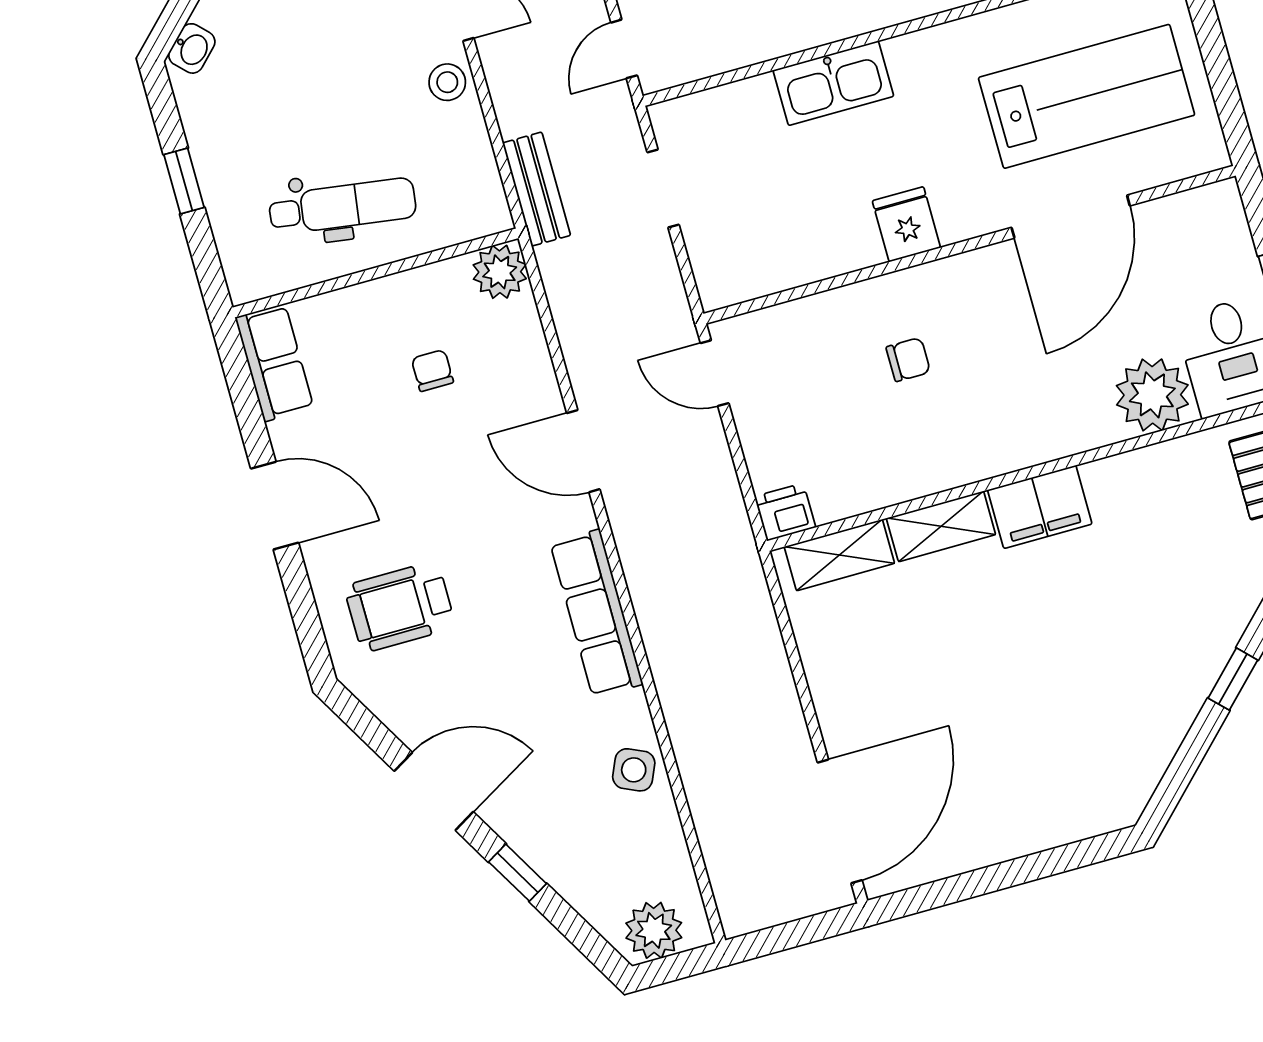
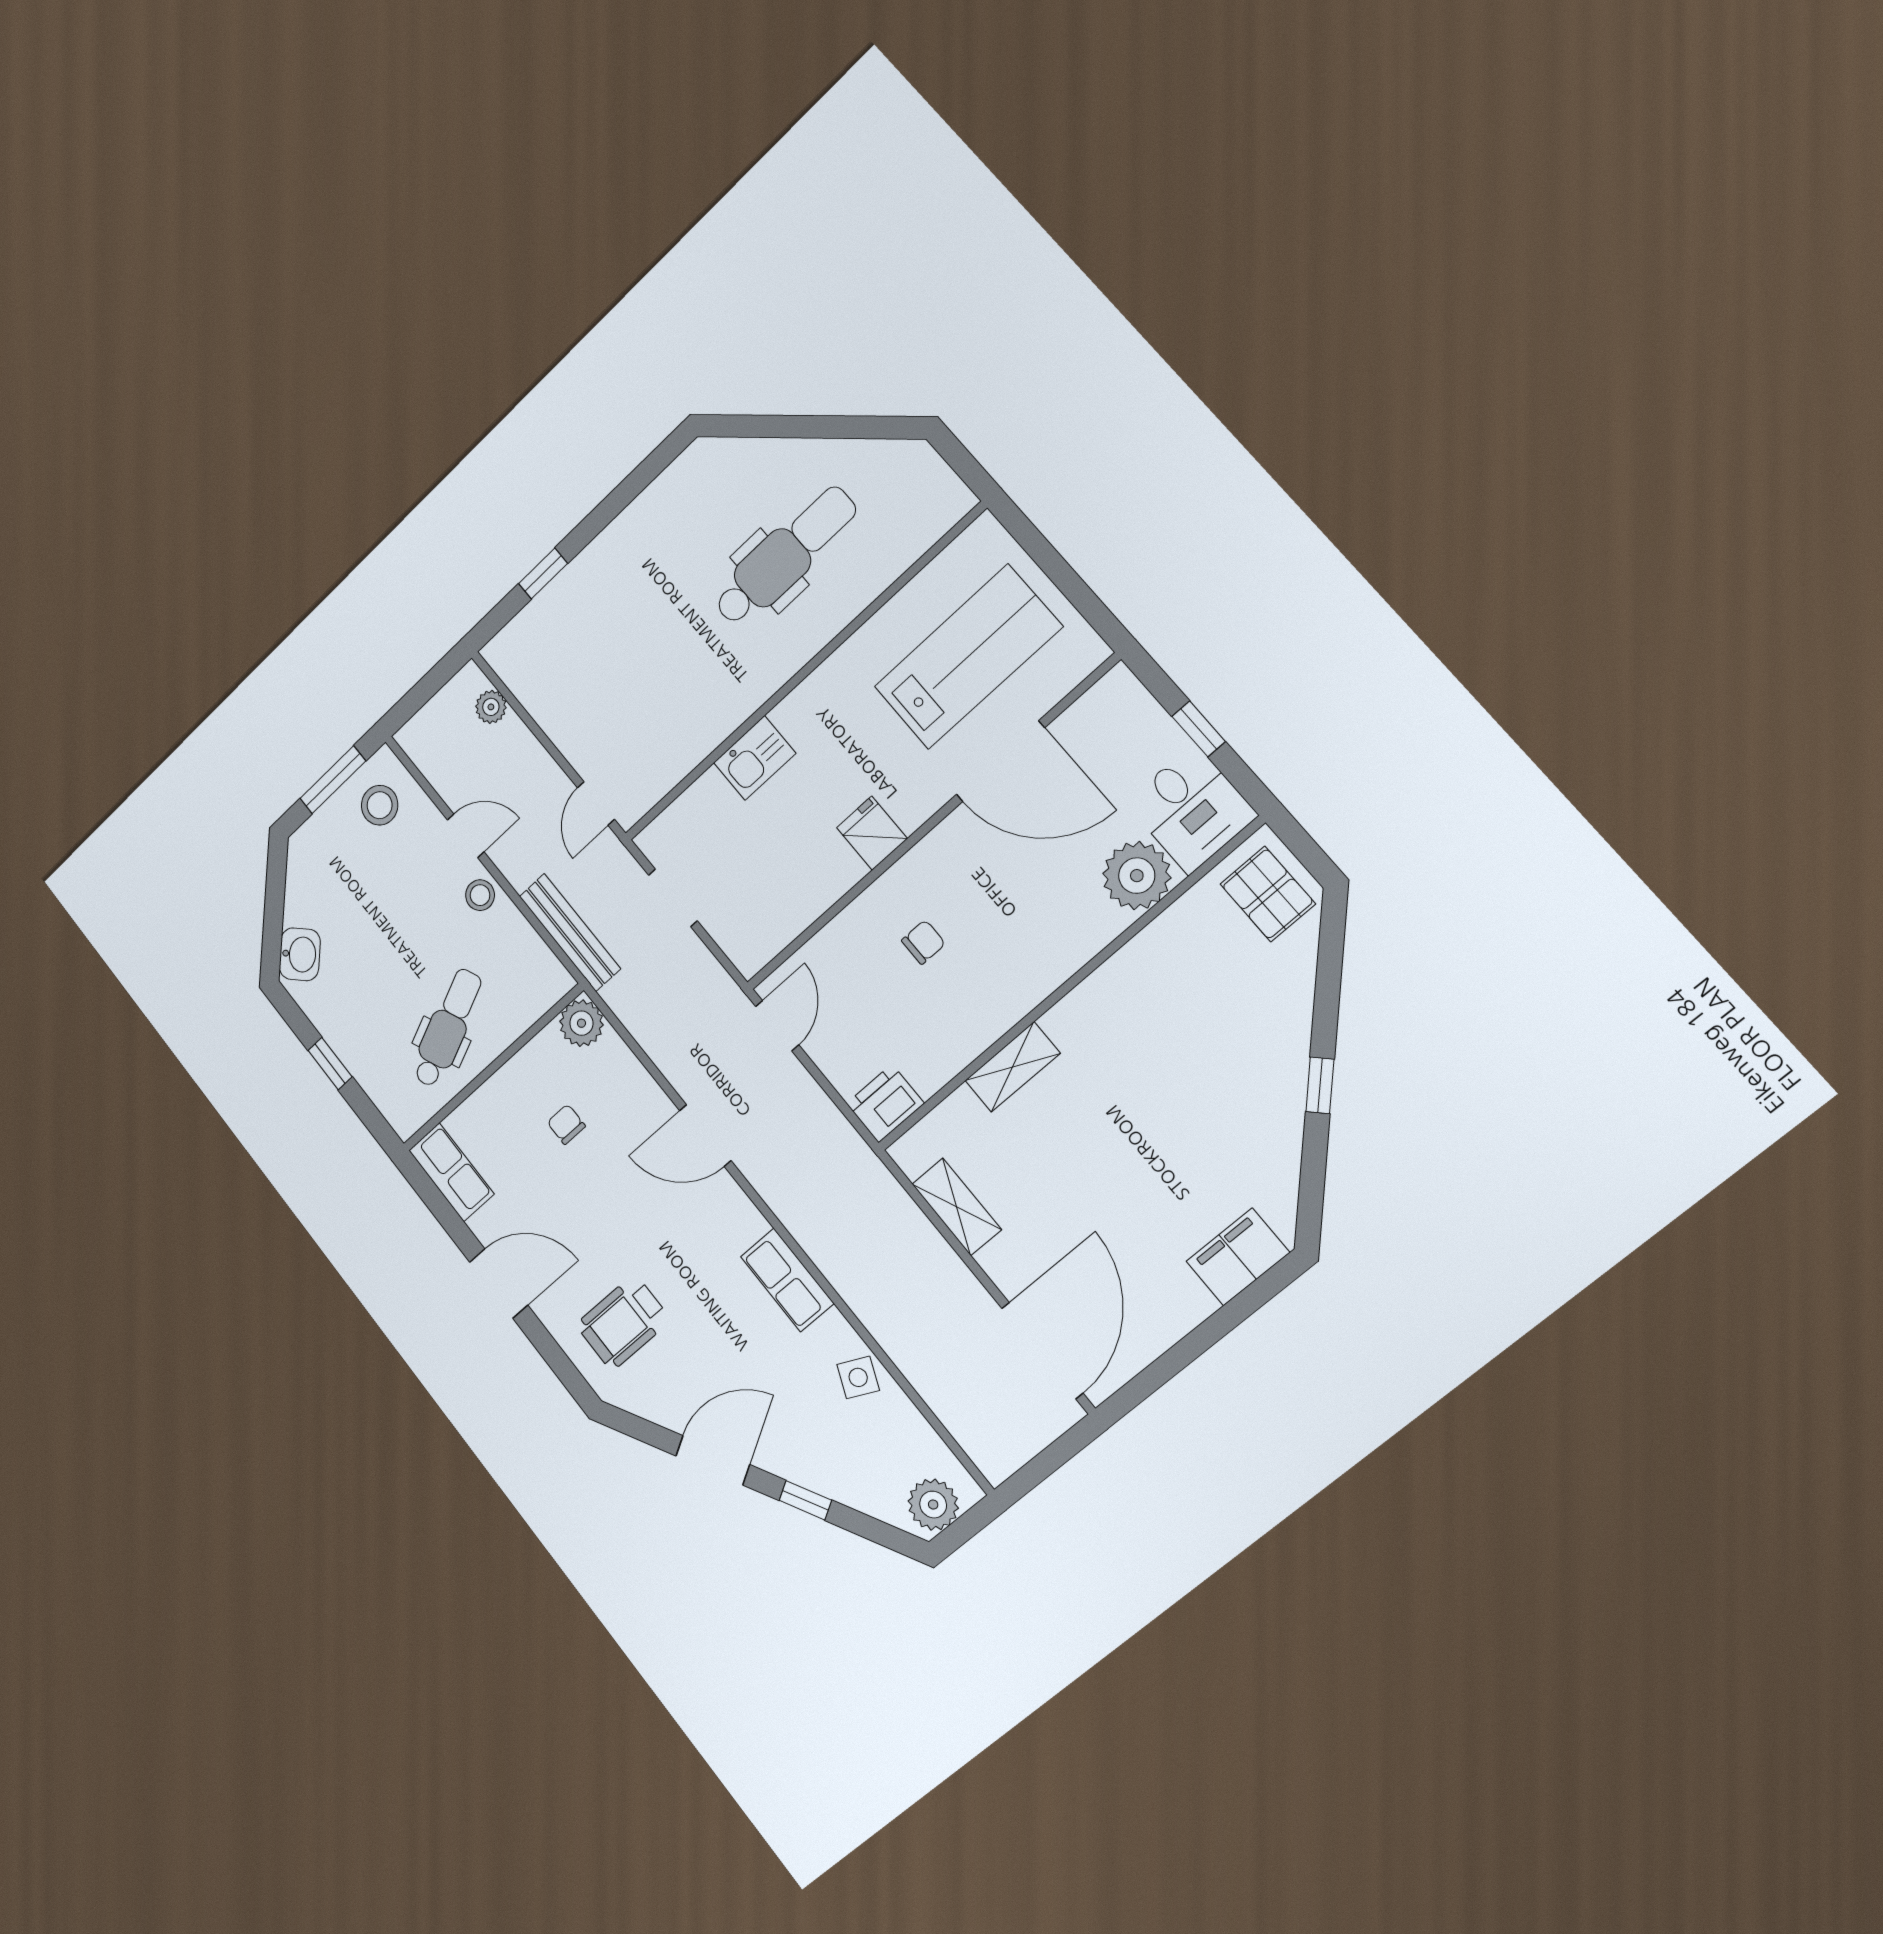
washbasin: (192, 48) -> (300, 954), width x1.38, depth x1.45
kitchen sink: (833, 83) -> (755, 758), width x0.73
bench: (537, 189) -> (570, 932), width x1.36
dental chair: (342, 206) -> (447, 1028), turned -32
door: (1071, 217) -> (1000, 761), hinge flipped
door: (715, 373) -> (777, 1026), swing flipped
filing cabinet: (1040, 507) -> (1238, 1257), moved, turned 180
printer: (785, 512) -> (885, 1103), width x1.36, depth x1.24
shelving: (839, 555) -> (957, 1207), moved, turned 90
row of seats: (596, 613) -> (787, 1280), width x0.68

